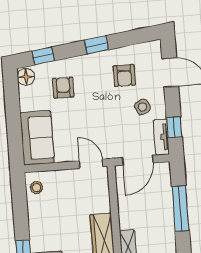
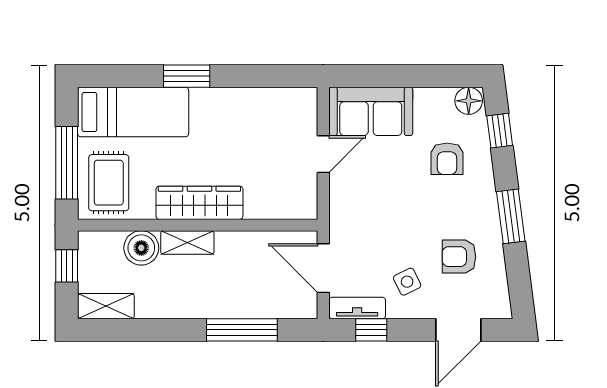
window: (96, 45) -> (511, 216), width x1.50
armchair: (63, 88) -> (447, 159), turned 90
door: (91, 164) -> (323, 154), moved
stool: (36, 188) -> (292, 104), removed

